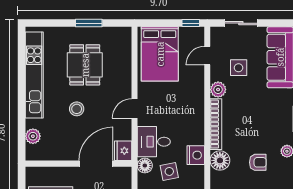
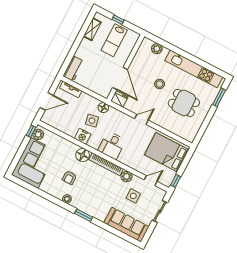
window: (89, 23) -> (219, 97), moved
door: (207, 56) -> (151, 181), hinge flipped
door: (134, 109) -> (141, 119), hinge flipped
desk: (154, 142) -> (112, 145), moved, turned 180
nightstand: (196, 155) -> (83, 136), moved

